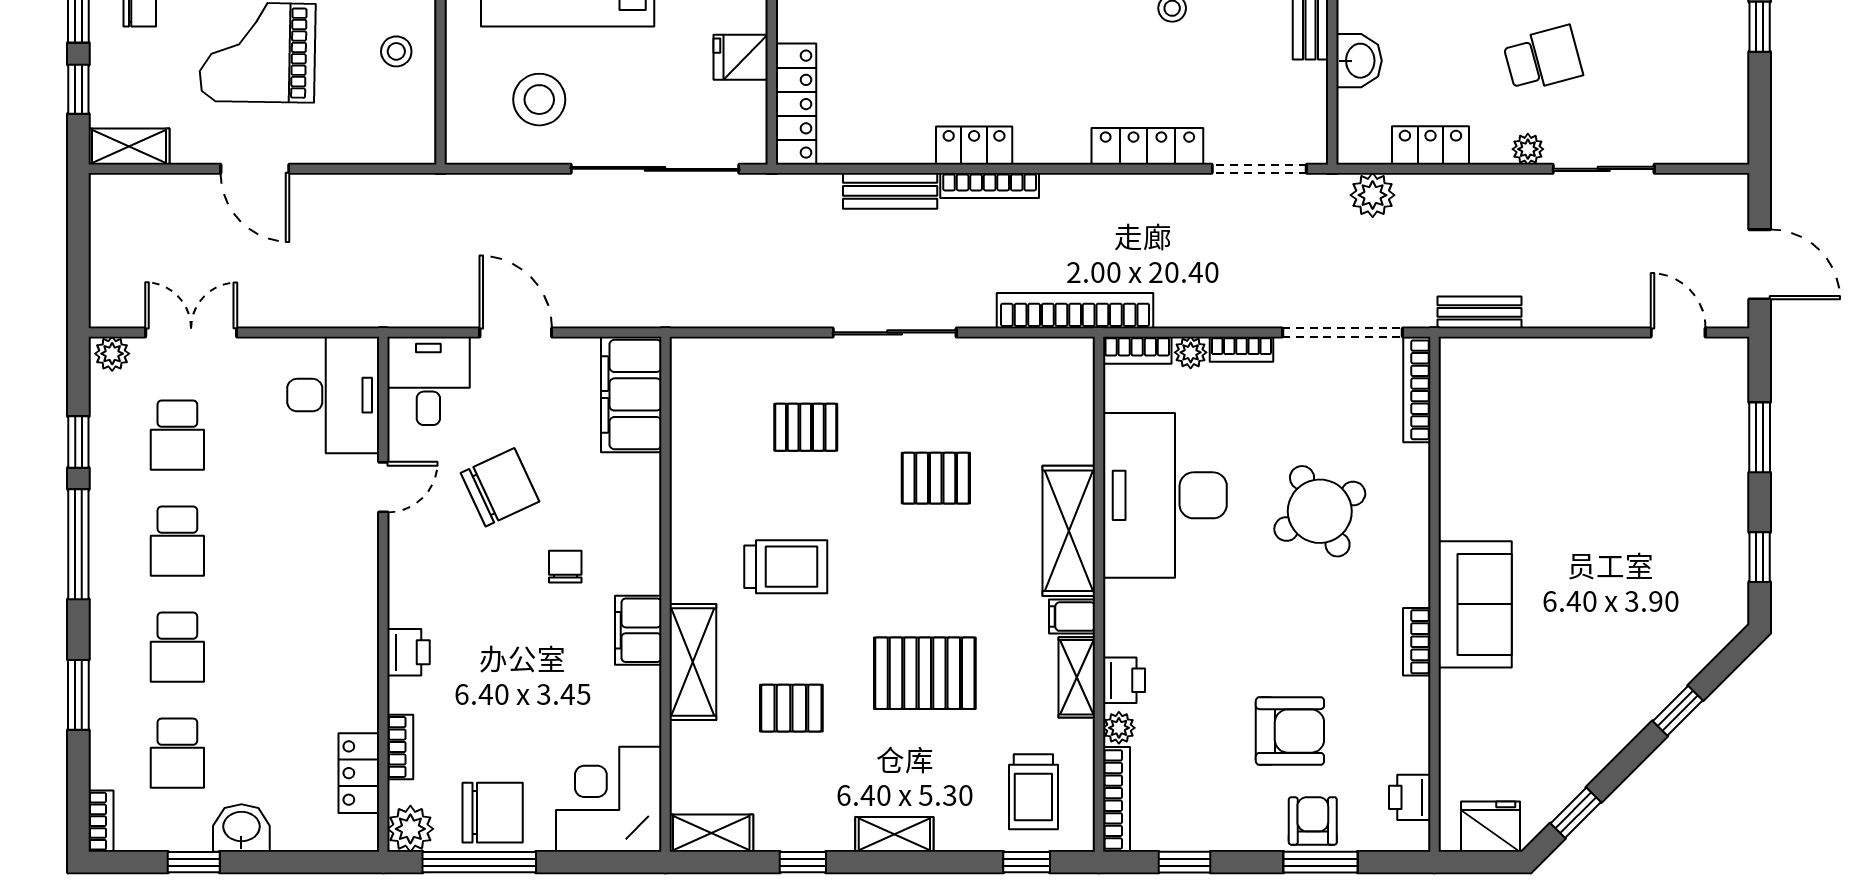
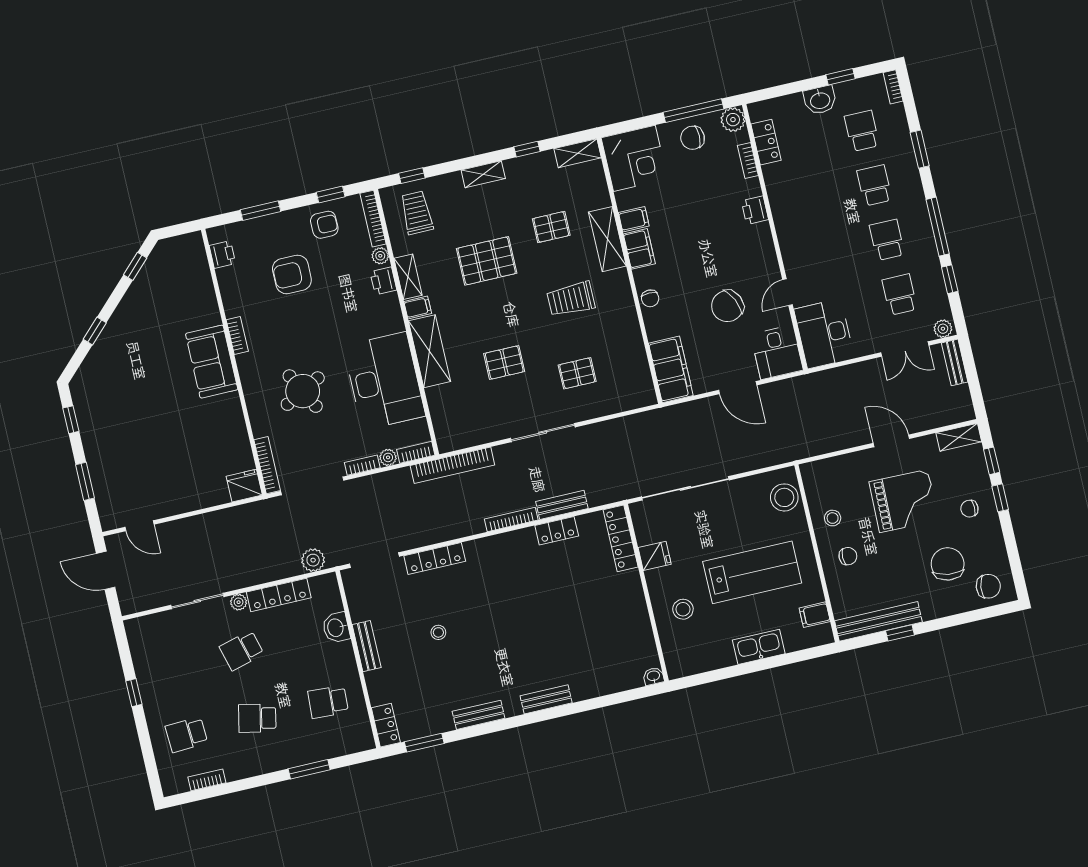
stool: (539, 100) -> (784, 497), moved
locker: (1430, 145) -> (279, 595), width x1.53
locker: (974, 146) -> (557, 531), moved
bench: (1479, 312) -> (955, 362), moved, turned 90
chair: (565, 567) -> (650, 298), moved
filing cabinet: (636, 687) -> (634, 219), added
chair: (493, 813) -> (693, 138), width x0.73, depth x0.73
armchair: (1313, 821) -> (324, 225), moved, turned -90
fridge: (1490, 827) -> (244, 486), moved, turned 180

